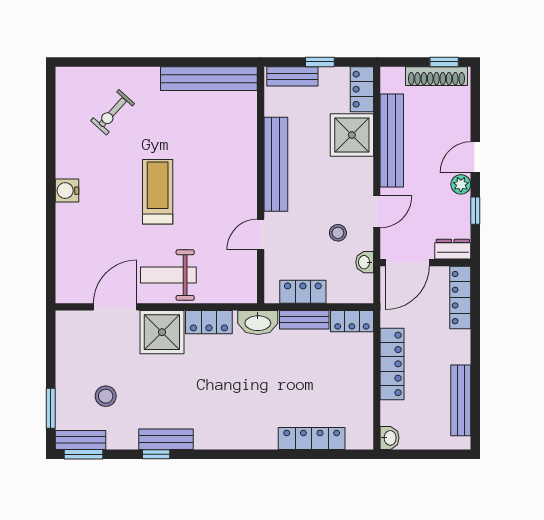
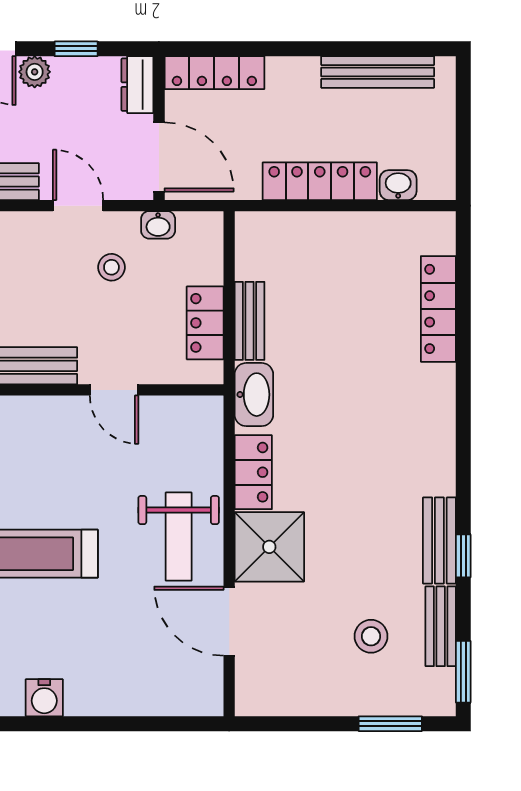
locker: (352, 321) -> (252, 245), removed
washbasin: (390, 438) -> (398, 185), moved
bench: (80, 440) -> (441, 626), moved

